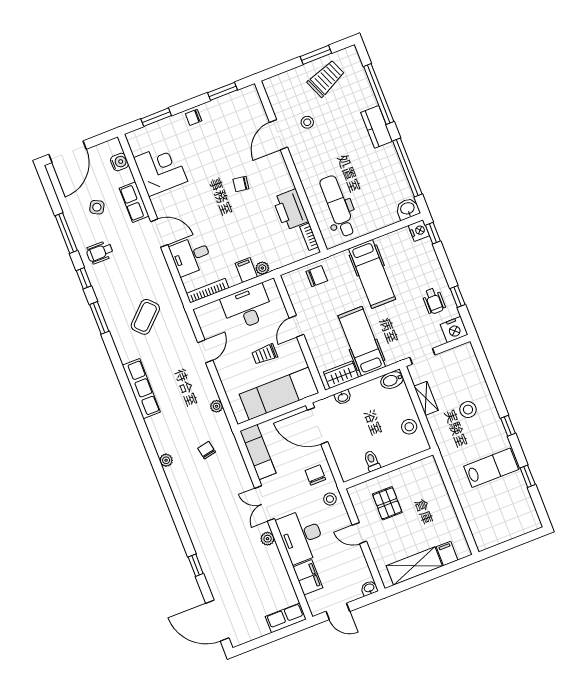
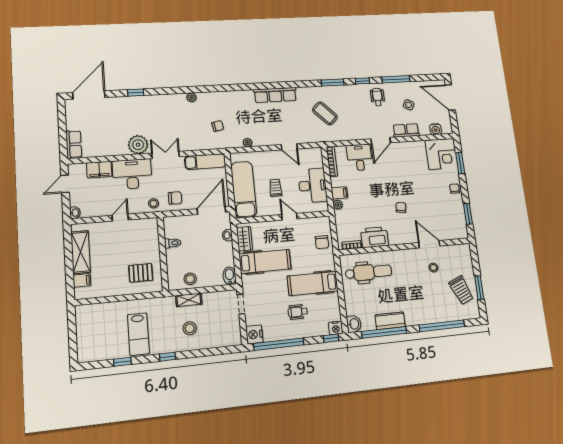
kitchen counter: (377, 127) -> (390, 321), moved
corner desk: (161, 170) -> (441, 154), moved
window: (458, 296) -> (279, 344), width x3.17
wheelchair: (434, 301) -> (298, 312), moved
shelving: (426, 398) -> (189, 300), moved
plant: (166, 460) -> (191, 97), moved
pallet: (387, 503) -> (141, 273), moved
plant: (268, 539) -> (138, 145), width x1.87, depth x1.87

